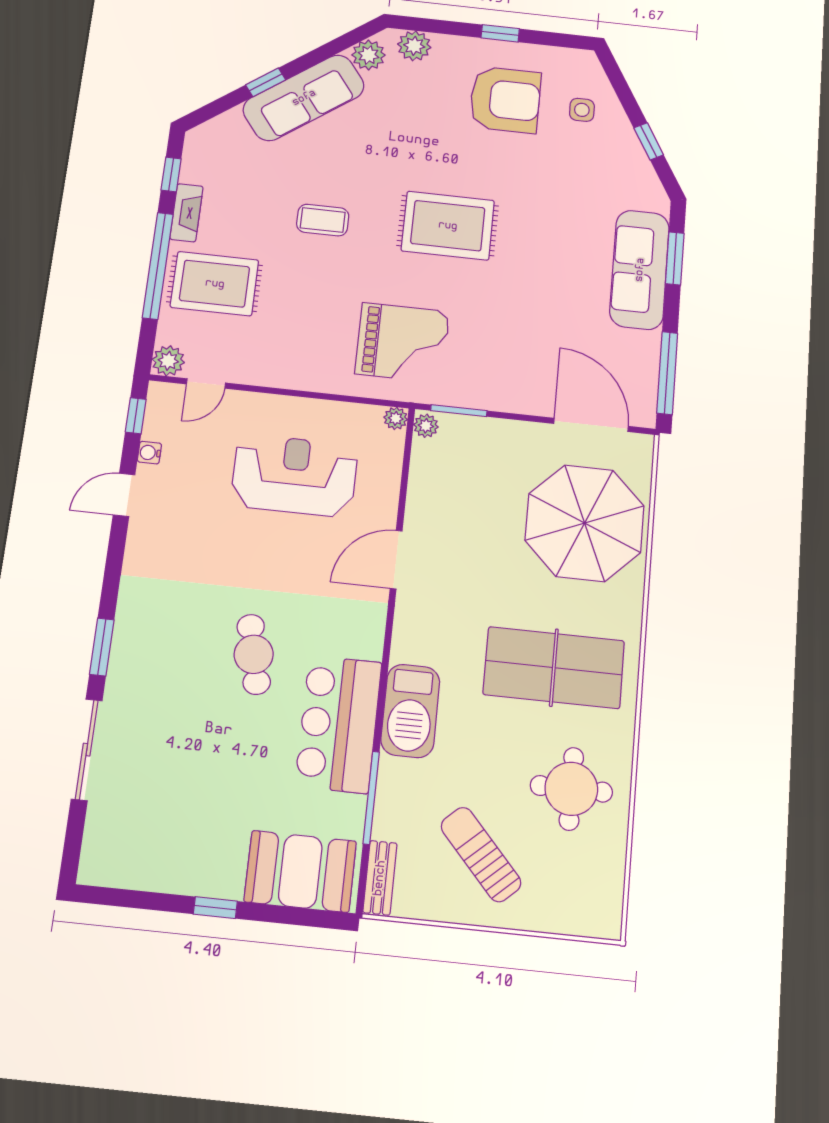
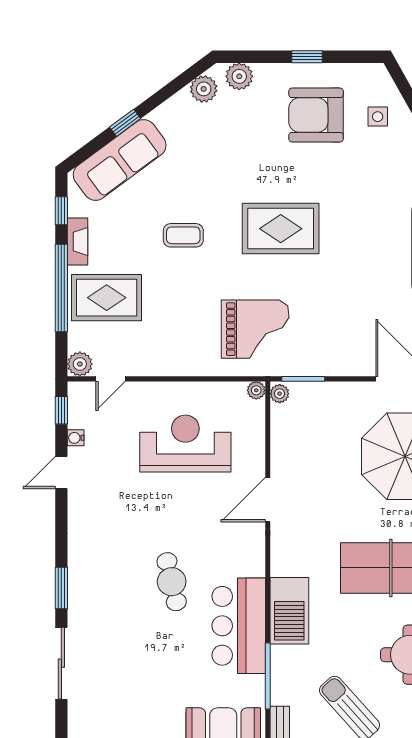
sofa: (304, 98) -> (120, 160), moved
armchair: (505, 100) -> (316, 115), turned 180

